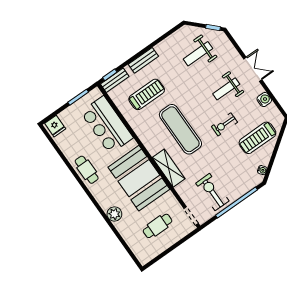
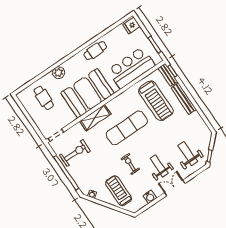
weight bench: (198, 54) -> (188, 154), moved
bench: (143, 60) -> (184, 99), width x1.36
double door: (253, 69) -> (175, 188), swing flipped
treadmill: (147, 94) -> (156, 101), width x1.37, depth x1.38
cafe table: (158, 226) -> (44, 98), moved

